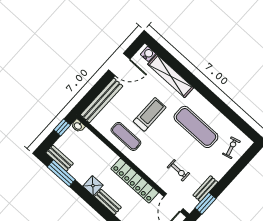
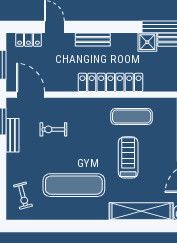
treadmill: (150, 114) -> (128, 157), turned 180
locker: (135, 181) -> (110, 82), moved
shower: (93, 186) -> (147, 42), moved

